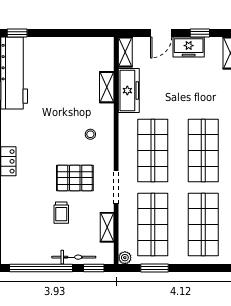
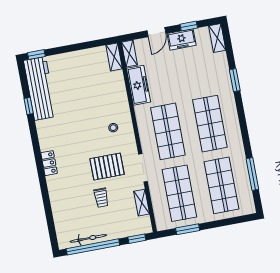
shelving: (107, 87) -> (114, 57), moved
bicycle: (74, 257) -> (88, 238), moved
plant: (125, 258) -> (161, 225), removed

